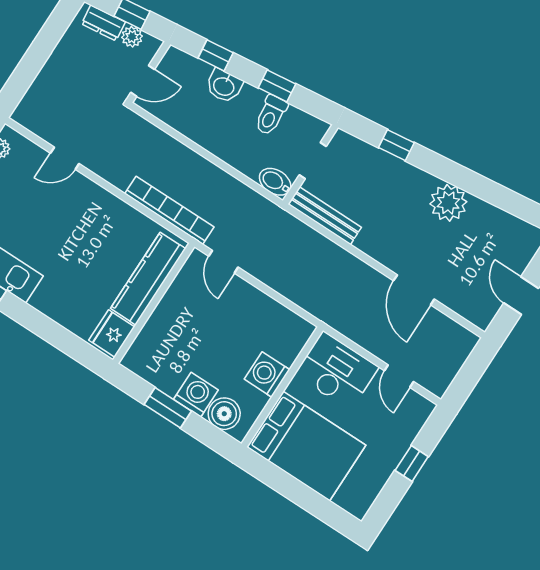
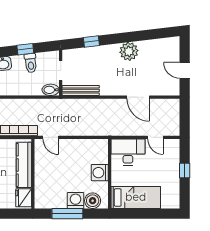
window: (168, 408) -> (67, 214), width x1.44
bed: (306, 446) -> (136, 197), width x0.67

